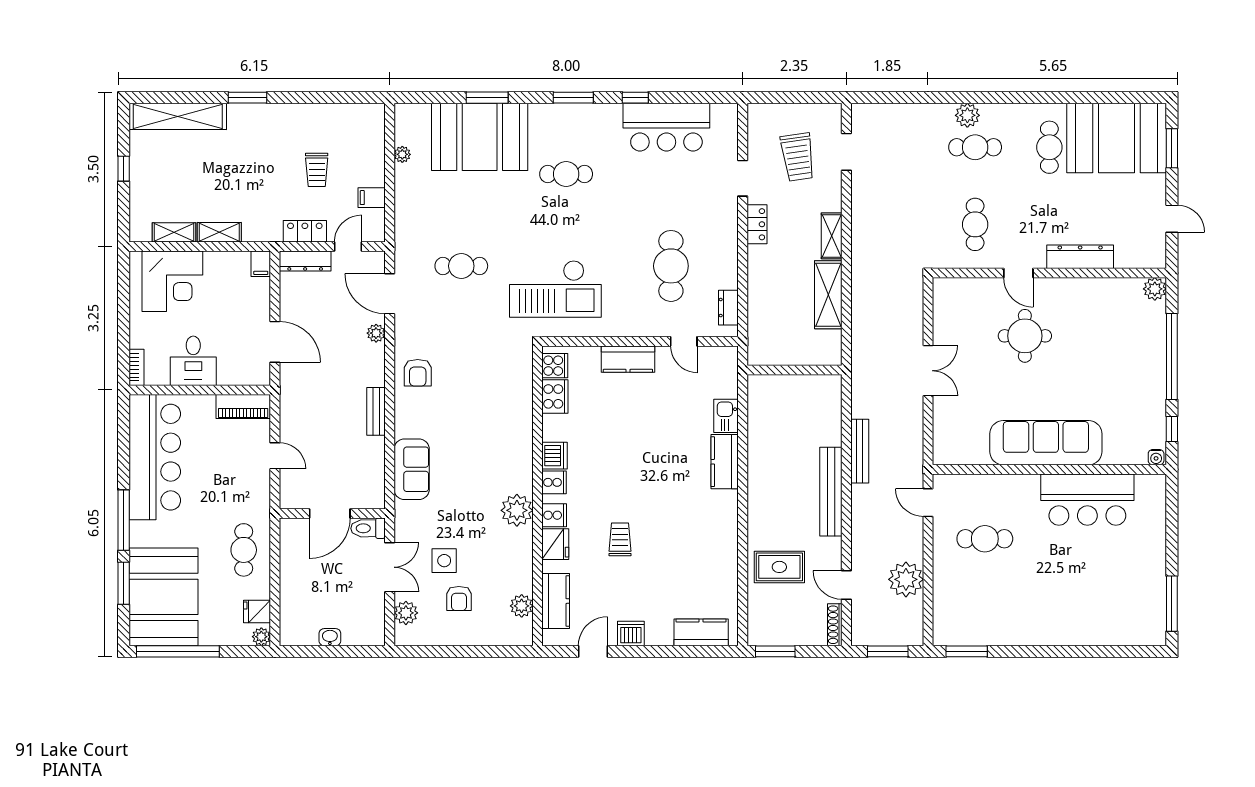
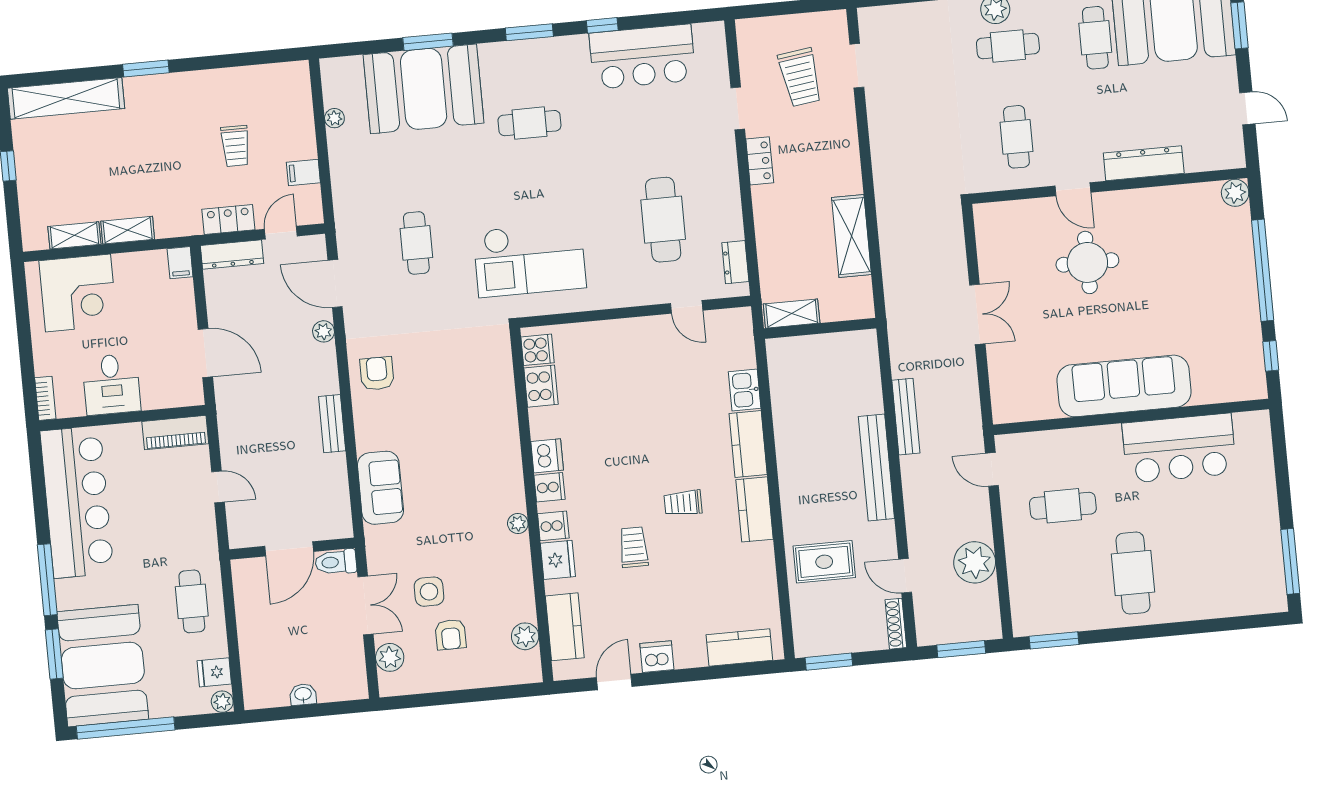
shelving: (832, 236) -> (792, 314), moved, turned 90
cafe table: (461, 266) -> (416, 243), turned 90
kitchen counter: (628, 359) -> (755, 509), moved, turned 90
armchair: (418, 373) -> (377, 373), turned 180
water cooler: (1156, 457) -> (1255, 391), removed
trolley: (665, 506) -> (683, 503), added
plant: (517, 510) -> (518, 523), width x0.53, depth x0.53
cafe table: (1039, 601) -> (1133, 573), added

